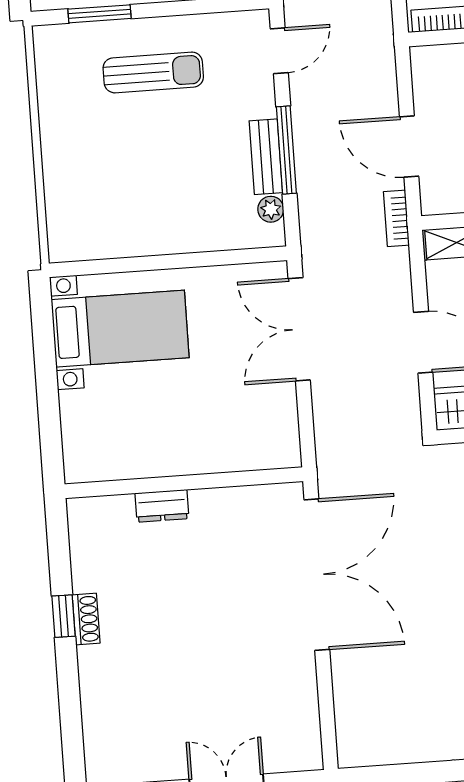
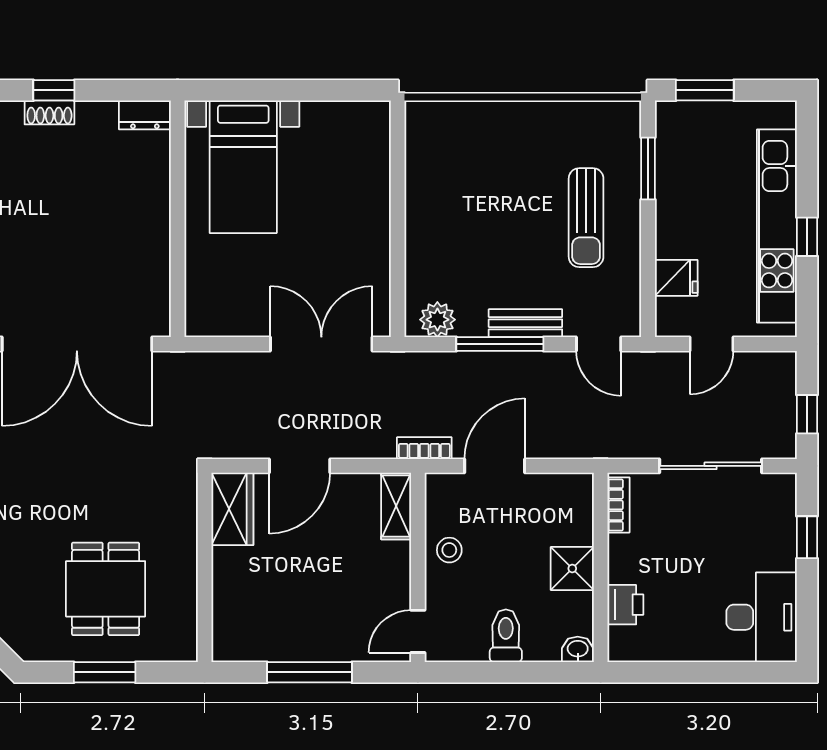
bench: (266, 157) -> (525, 323), moved
plant: (271, 209) -> (437, 320), width x1.38, depth x1.38
bed with nightstands: (120, 329) -> (243, 167), moved
dresser: (162, 506) -> (145, 115), moved, turned -90

